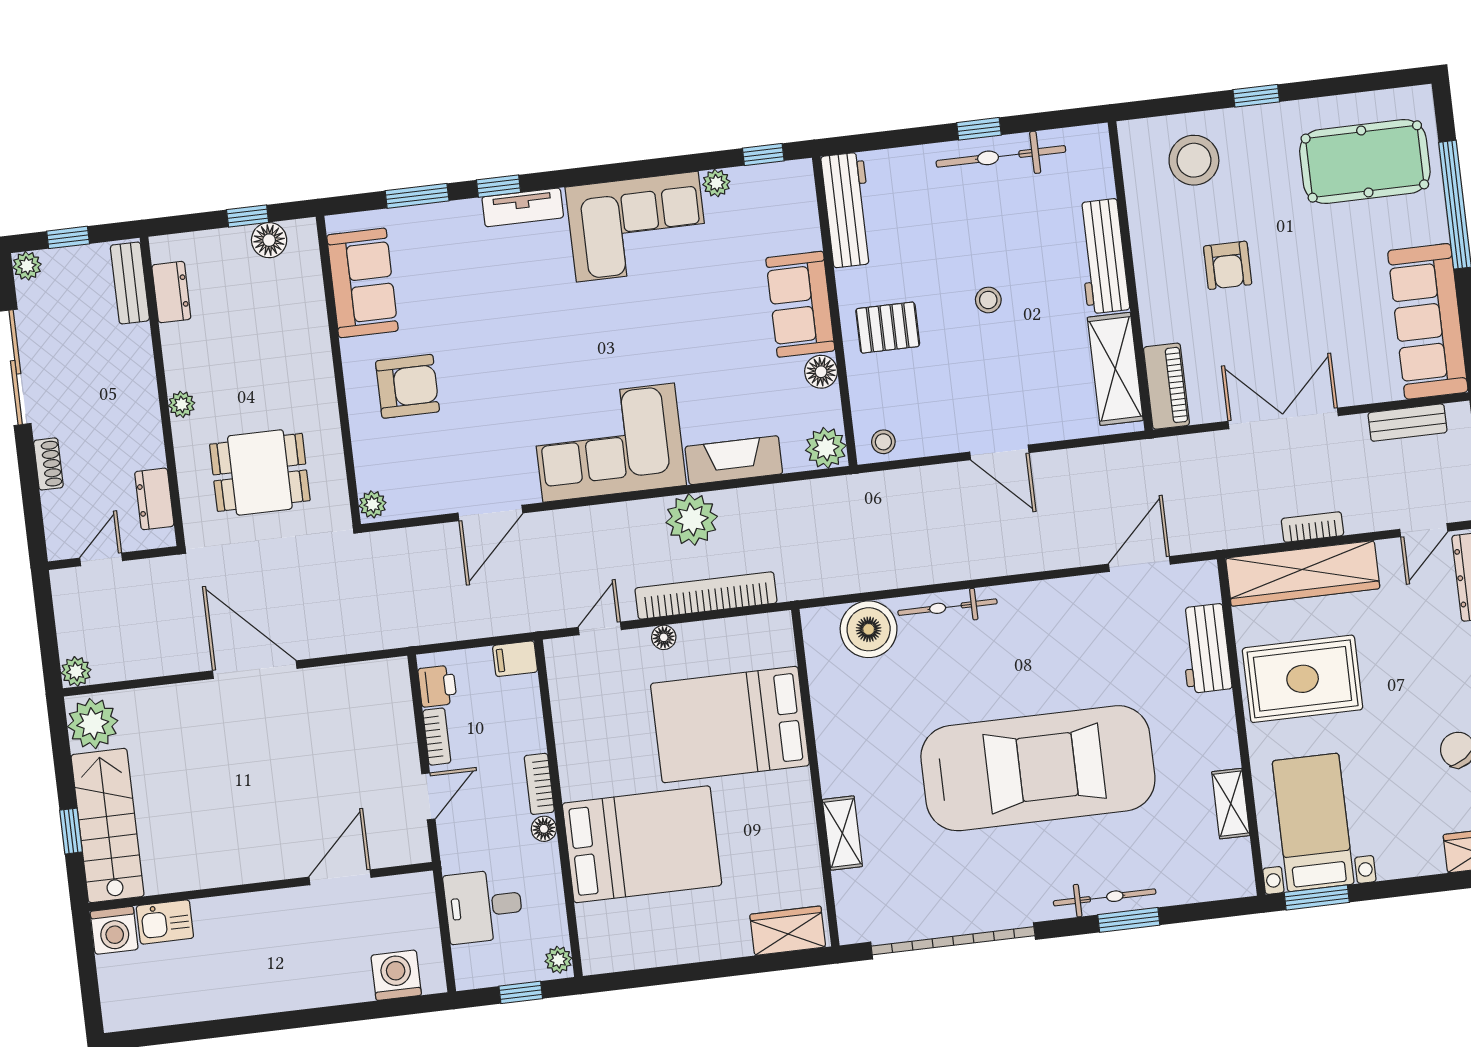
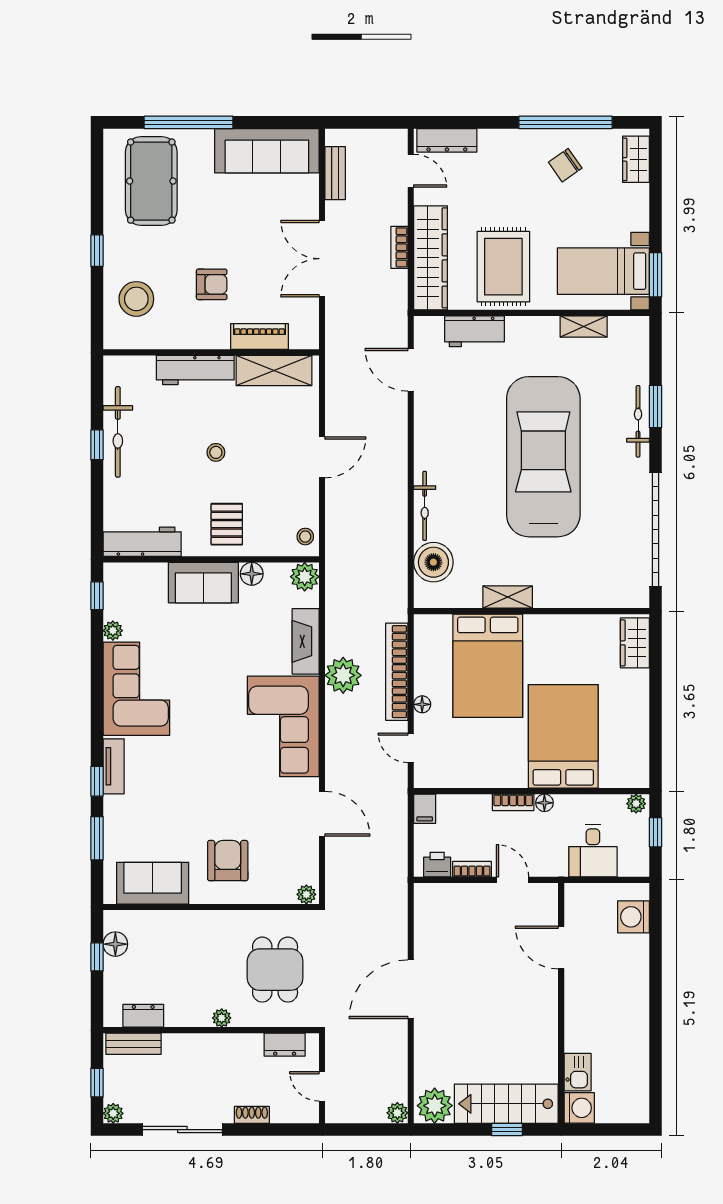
piano: (1166, 386) -> (259, 337), moved
shelving: (842, 833) -> (508, 597), moved

